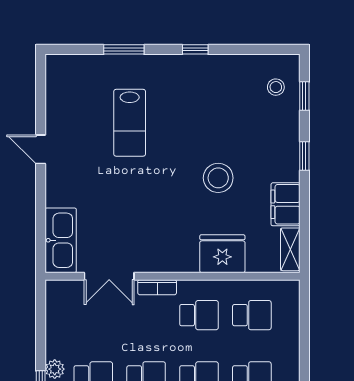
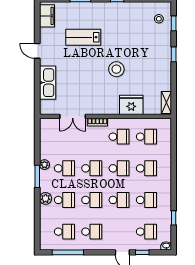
lab bench: (130, 123) -> (83, 37), turned 90
stool: (218, 178) -> (116, 69), moved
filing cabinet: (286, 204) -> (47, 16), moved, turned 180
kitchen sink: (61, 240) -> (48, 83), moved

